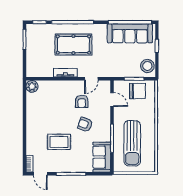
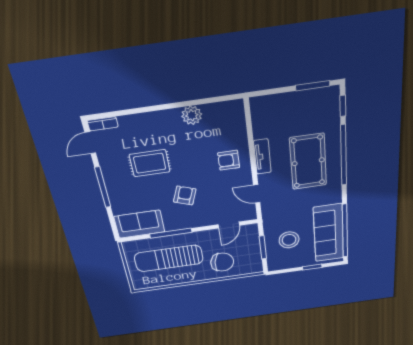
stool: (147, 66) -> (289, 240), moved
plant: (32, 86) -> (192, 115), moved
chair: (138, 91) -> (222, 262), moved, turned -80
armchair: (82, 101) -> (229, 160), moved
rug: (59, 142) -> (150, 163), turned 90

